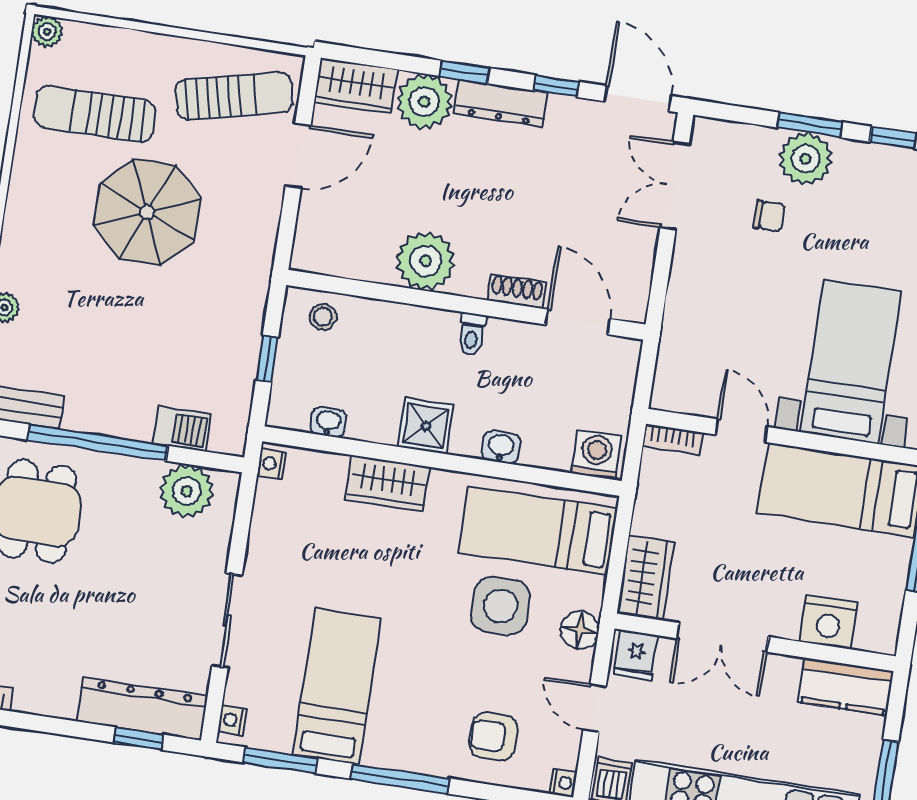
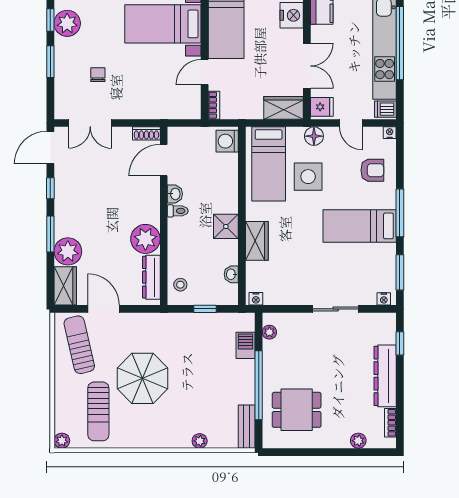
window: (464, 72) -> (50, 234), width x1.50
dresser: (501, 103) -> (151, 277), moved, turned 180
plant: (806, 159) -> (67, 23), moved
shoe rack: (517, 291) -> (146, 133), moved, turned -90
washbasin: (501, 447) -> (175, 194), moved, turned 180
plant: (187, 491) -> (269, 332), width x0.53, depth x0.53
bed: (337, 686) -> (360, 226), moved
door: (595, 708) -> (351, 123), hinge flipped
dresser: (142, 709) -> (385, 376), moved
armchair: (494, 737) -> (372, 170), turned -90

